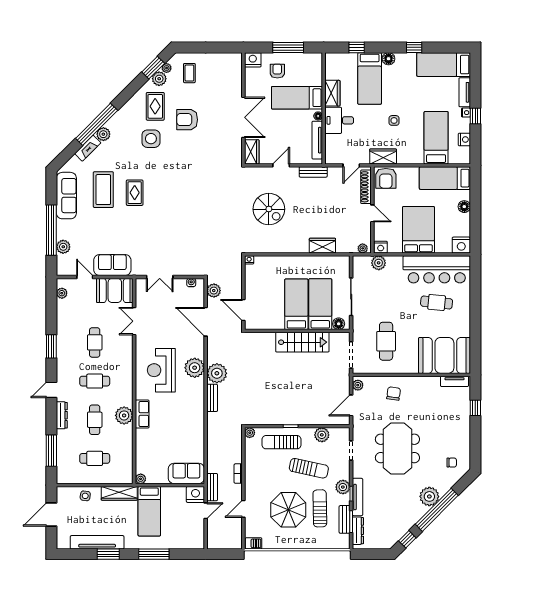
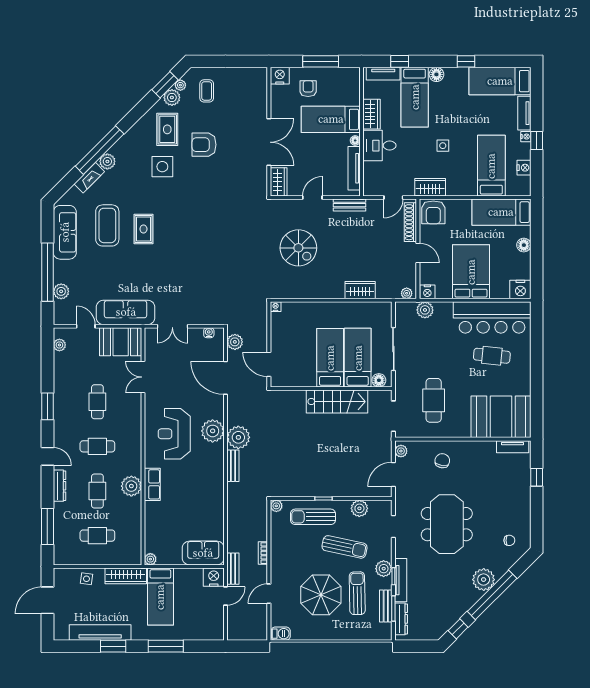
tv unit: (342, 58) -> (383, 74), added
sofa: (112, 265) -> (126, 312), width x1.36
door: (51, 390) -> (47, 456), swing flipped

